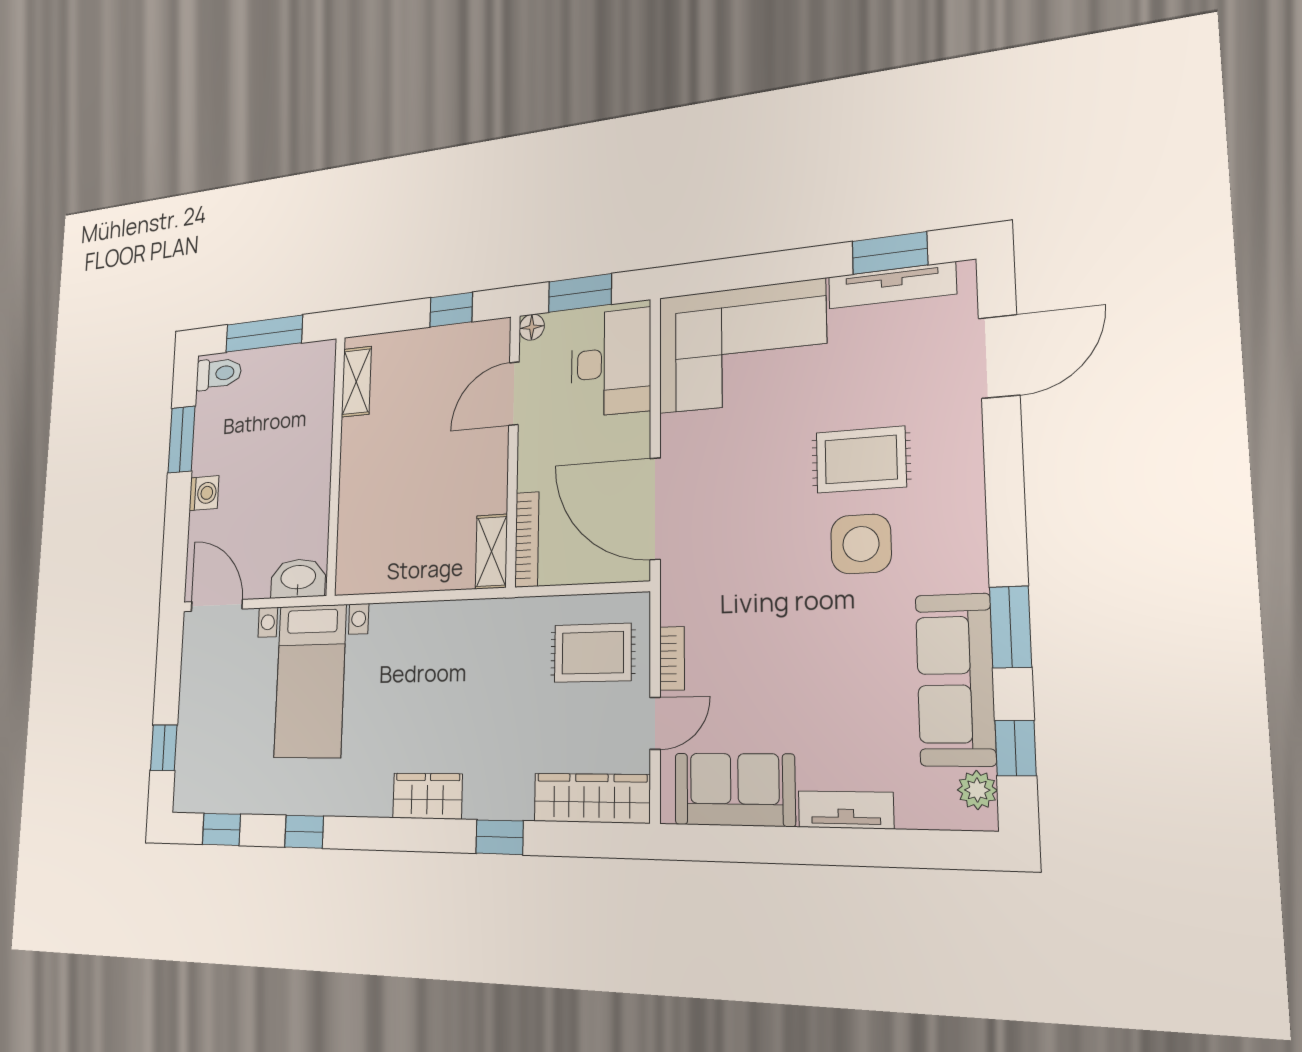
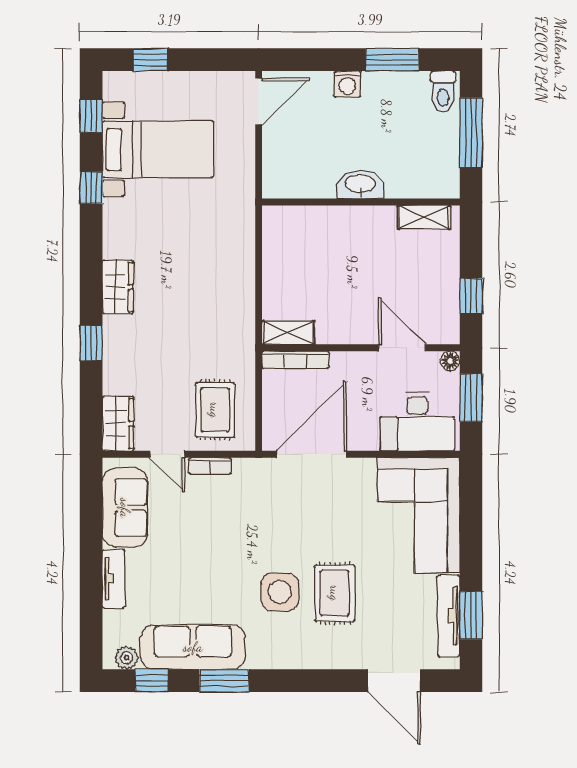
washbasin: (298, 578) -> (360, 184), moved, turned -90
bed with nightstands: (310, 681) -> (158, 149), moved, turned 180
wardrobe: (592, 798) -> (118, 424), width x0.67

